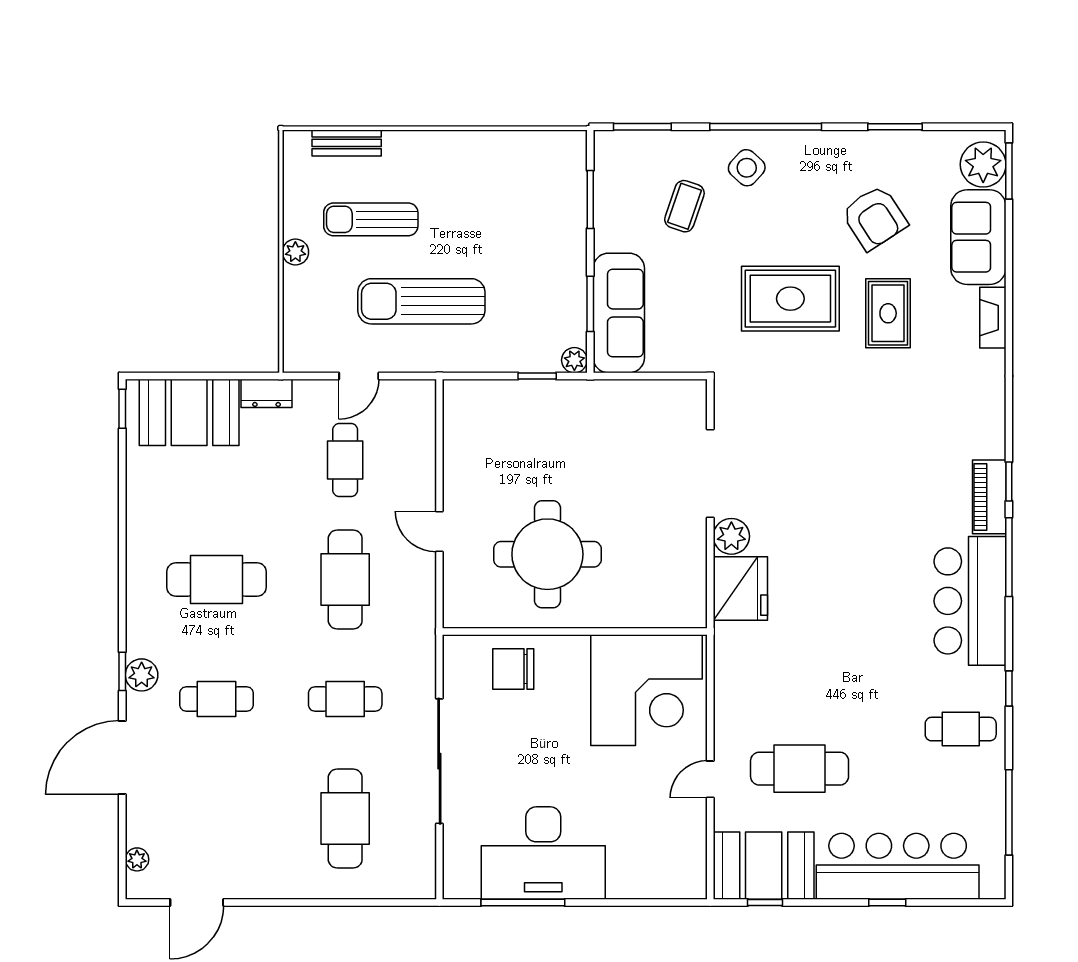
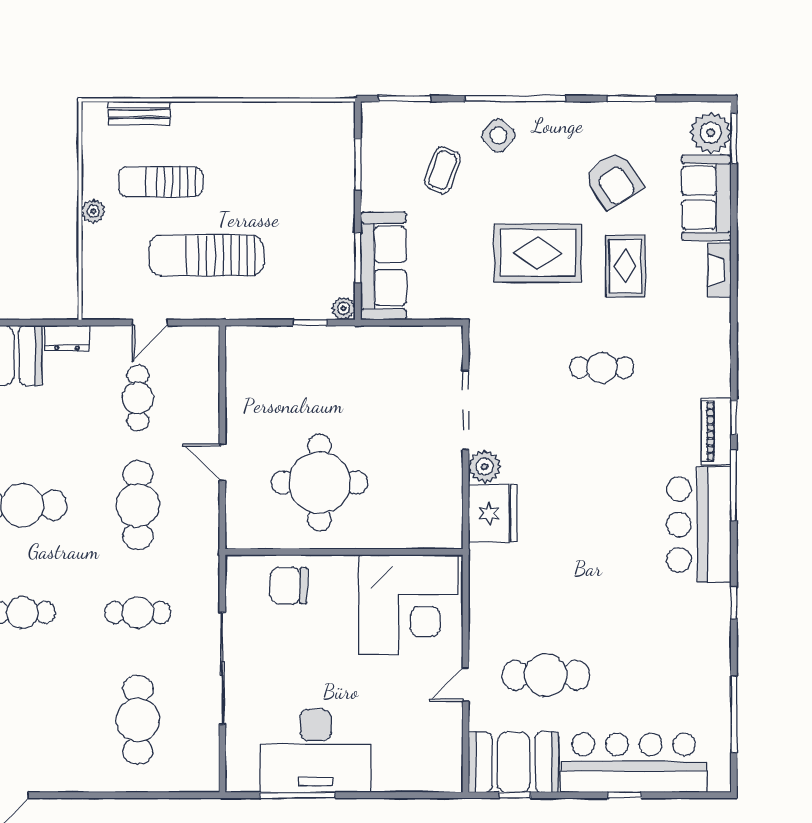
cafe table: (961, 729) -> (602, 368), moved

